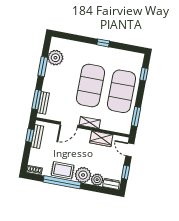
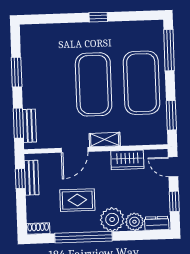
plant: (55, 58) -> (32, 55), removed
window: (144, 74) -> (169, 50), width x2.17
rug: (63, 170) -> (77, 200), moved

